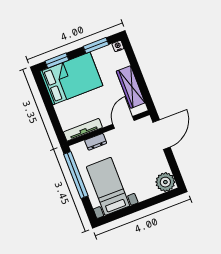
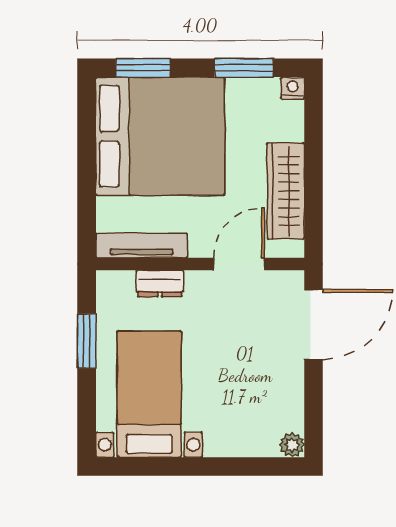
bed: (71, 78) -> (160, 136), width x1.36
window: (76, 175) -> (87, 341), width x0.47
plant: (165, 182) -> (292, 445), width x0.53, depth x0.53

